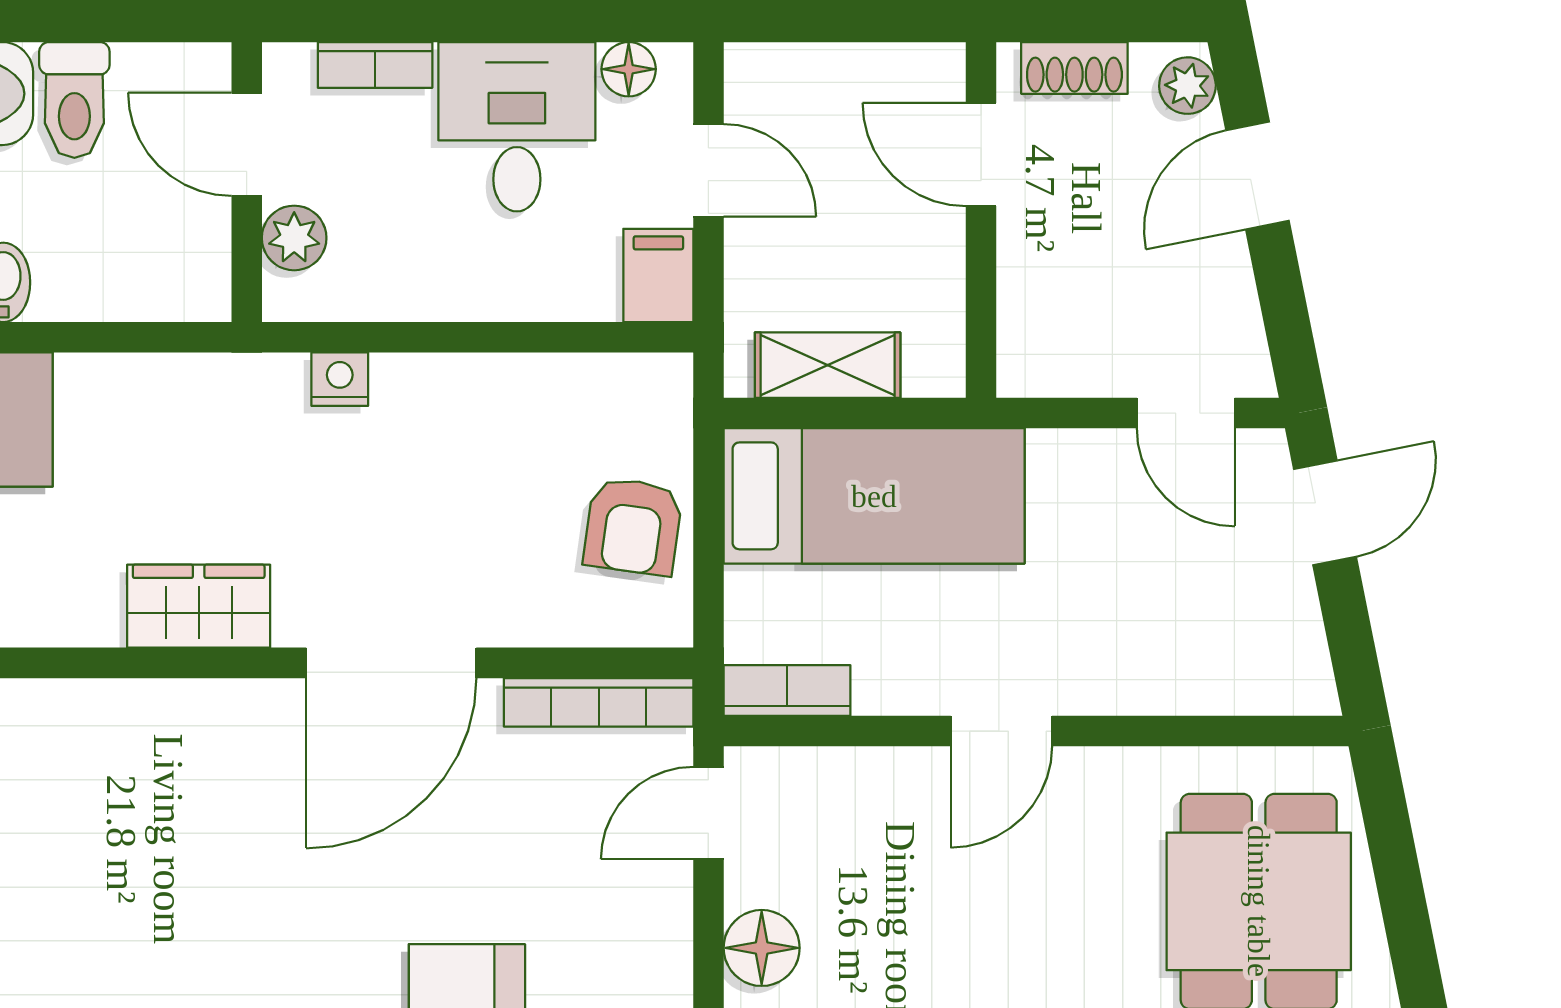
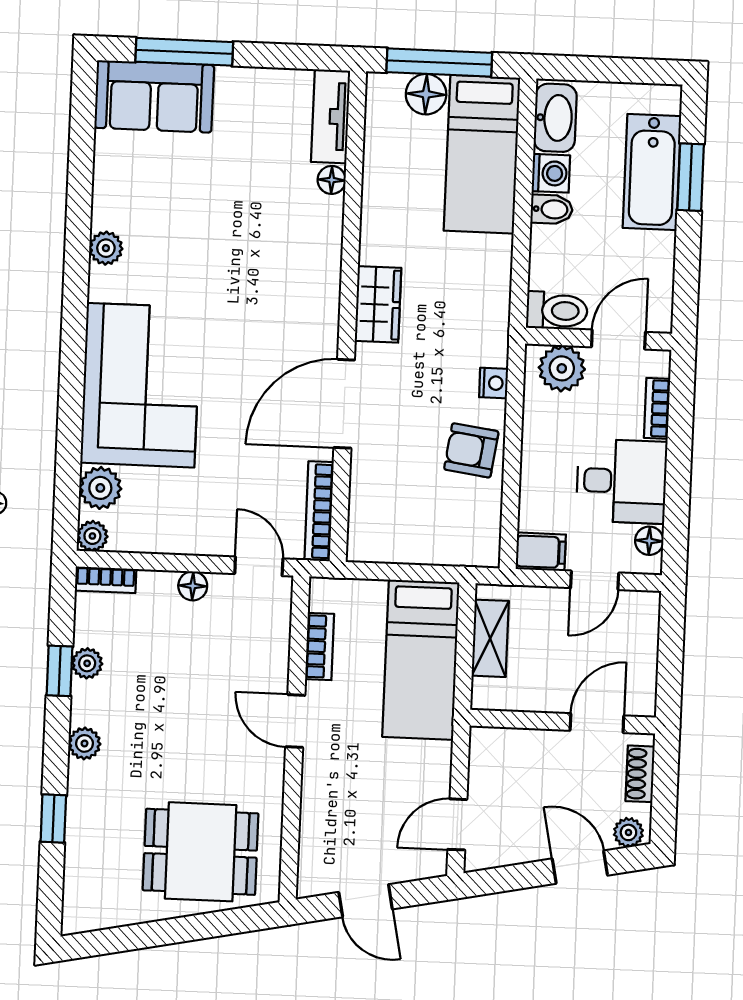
toilet: (74, 100) -> (557, 311), moved, turned 180
plant: (294, 238) -> (562, 368), width x1.38, depth x1.38
door: (1325, 513) -> (366, 901), moved
armchair: (633, 526) -> (471, 450), moved
door: (391, 663) -> (344, 404), hinge flipped
bookcase: (787, 690) -> (320, 647), moved
floor lamp: (762, 948) -> (193, 586), width x0.73, depth x0.73

